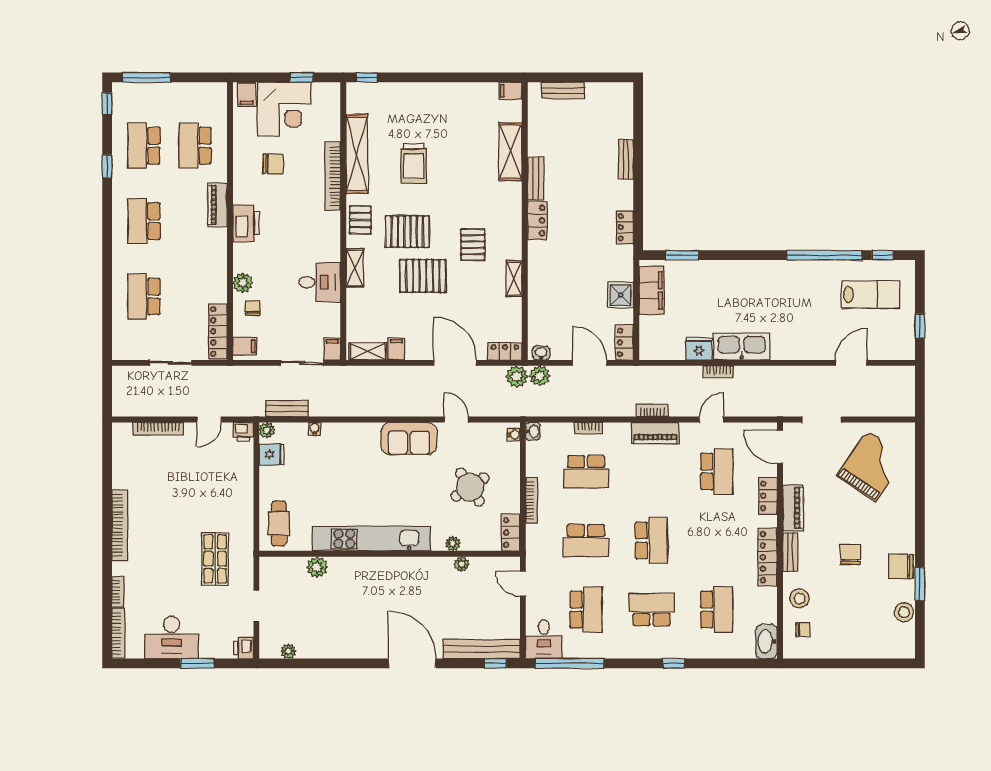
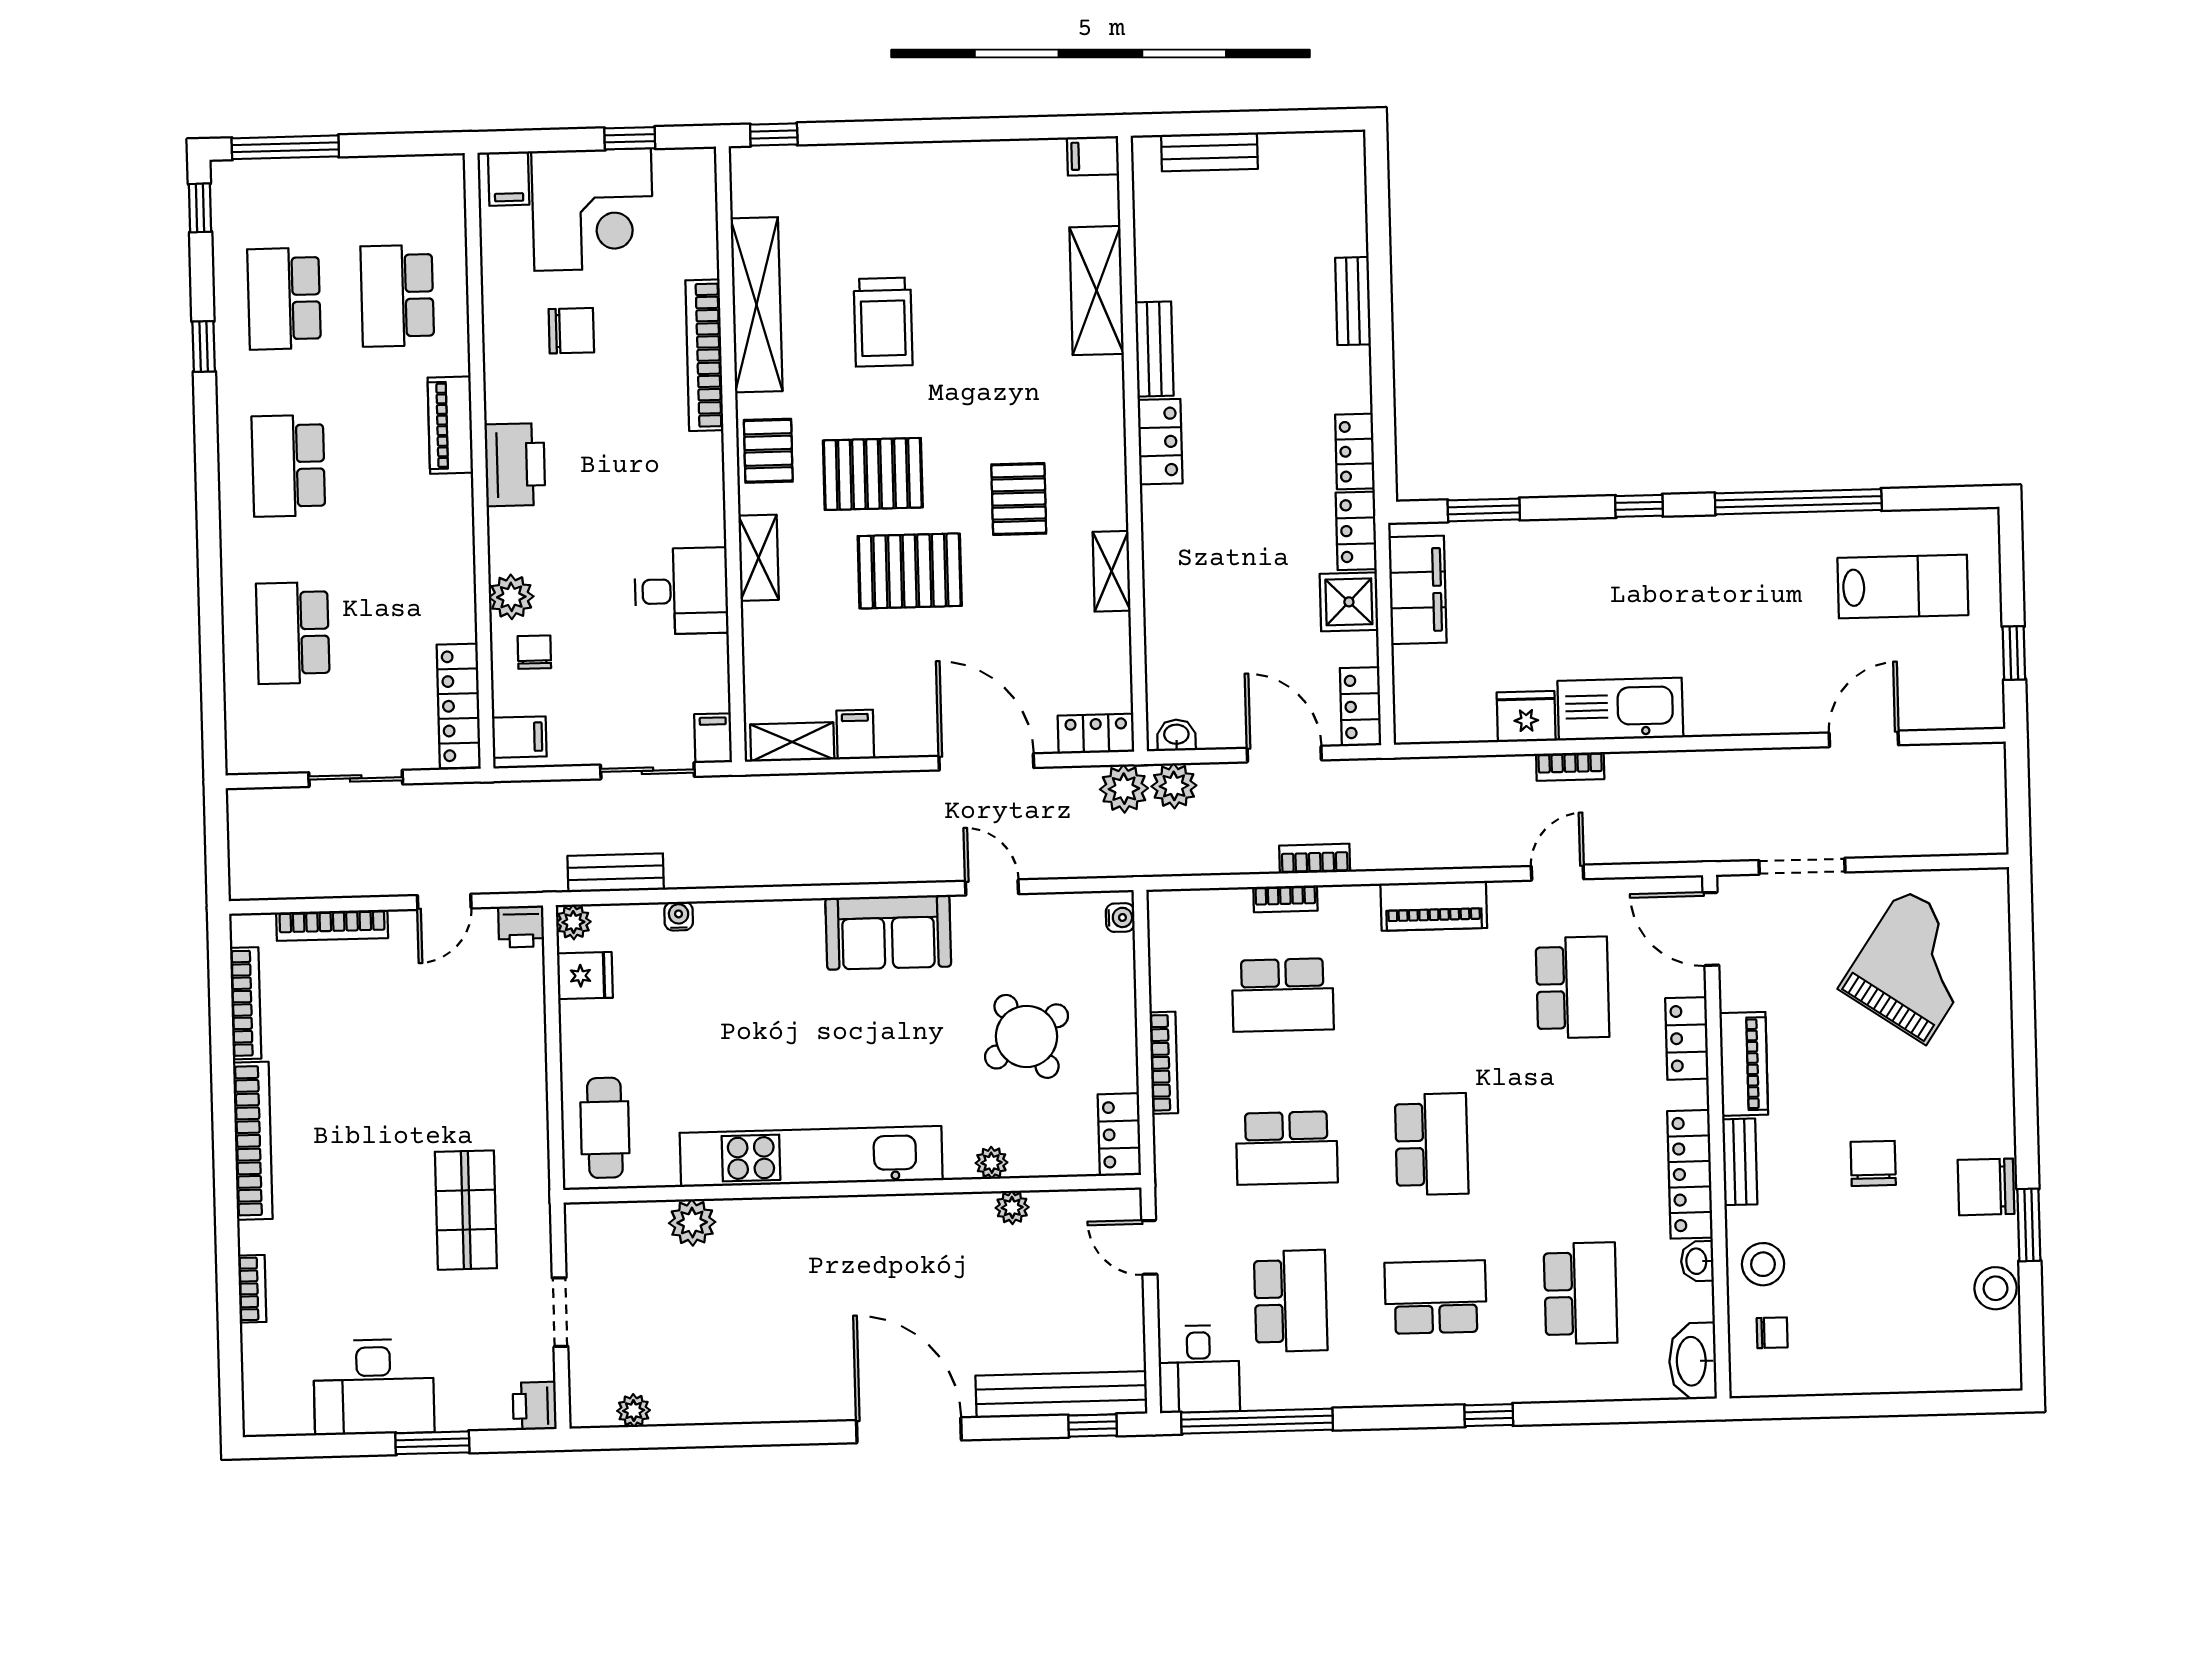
window: (883, 255) -> (1639, 506), moved
locker: (625, 263) -> (1356, 531), added
bookcase: (652, 410) -> (1315, 859), moved
washbasin: (533, 431) -> (1697, 1261), moved, turned 180
bookcase: (118, 634) -> (246, 1003), moved

